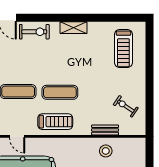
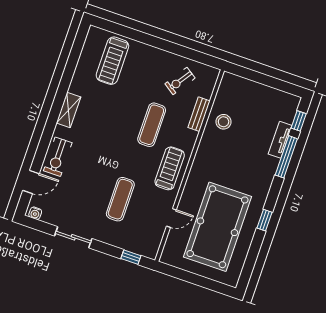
exercise bike: (34, 32) -> (58, 157), turned 180
treadmill: (123, 49) -> (112, 61), turned 90
exercise mat: (60, 92) -> (152, 125), moved

